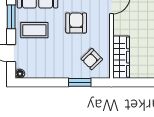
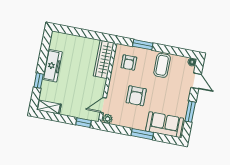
coffee table: (34, 30) -> (162, 65), moved, turned 90
armchair: (92, 59) -> (129, 62), turned 134

